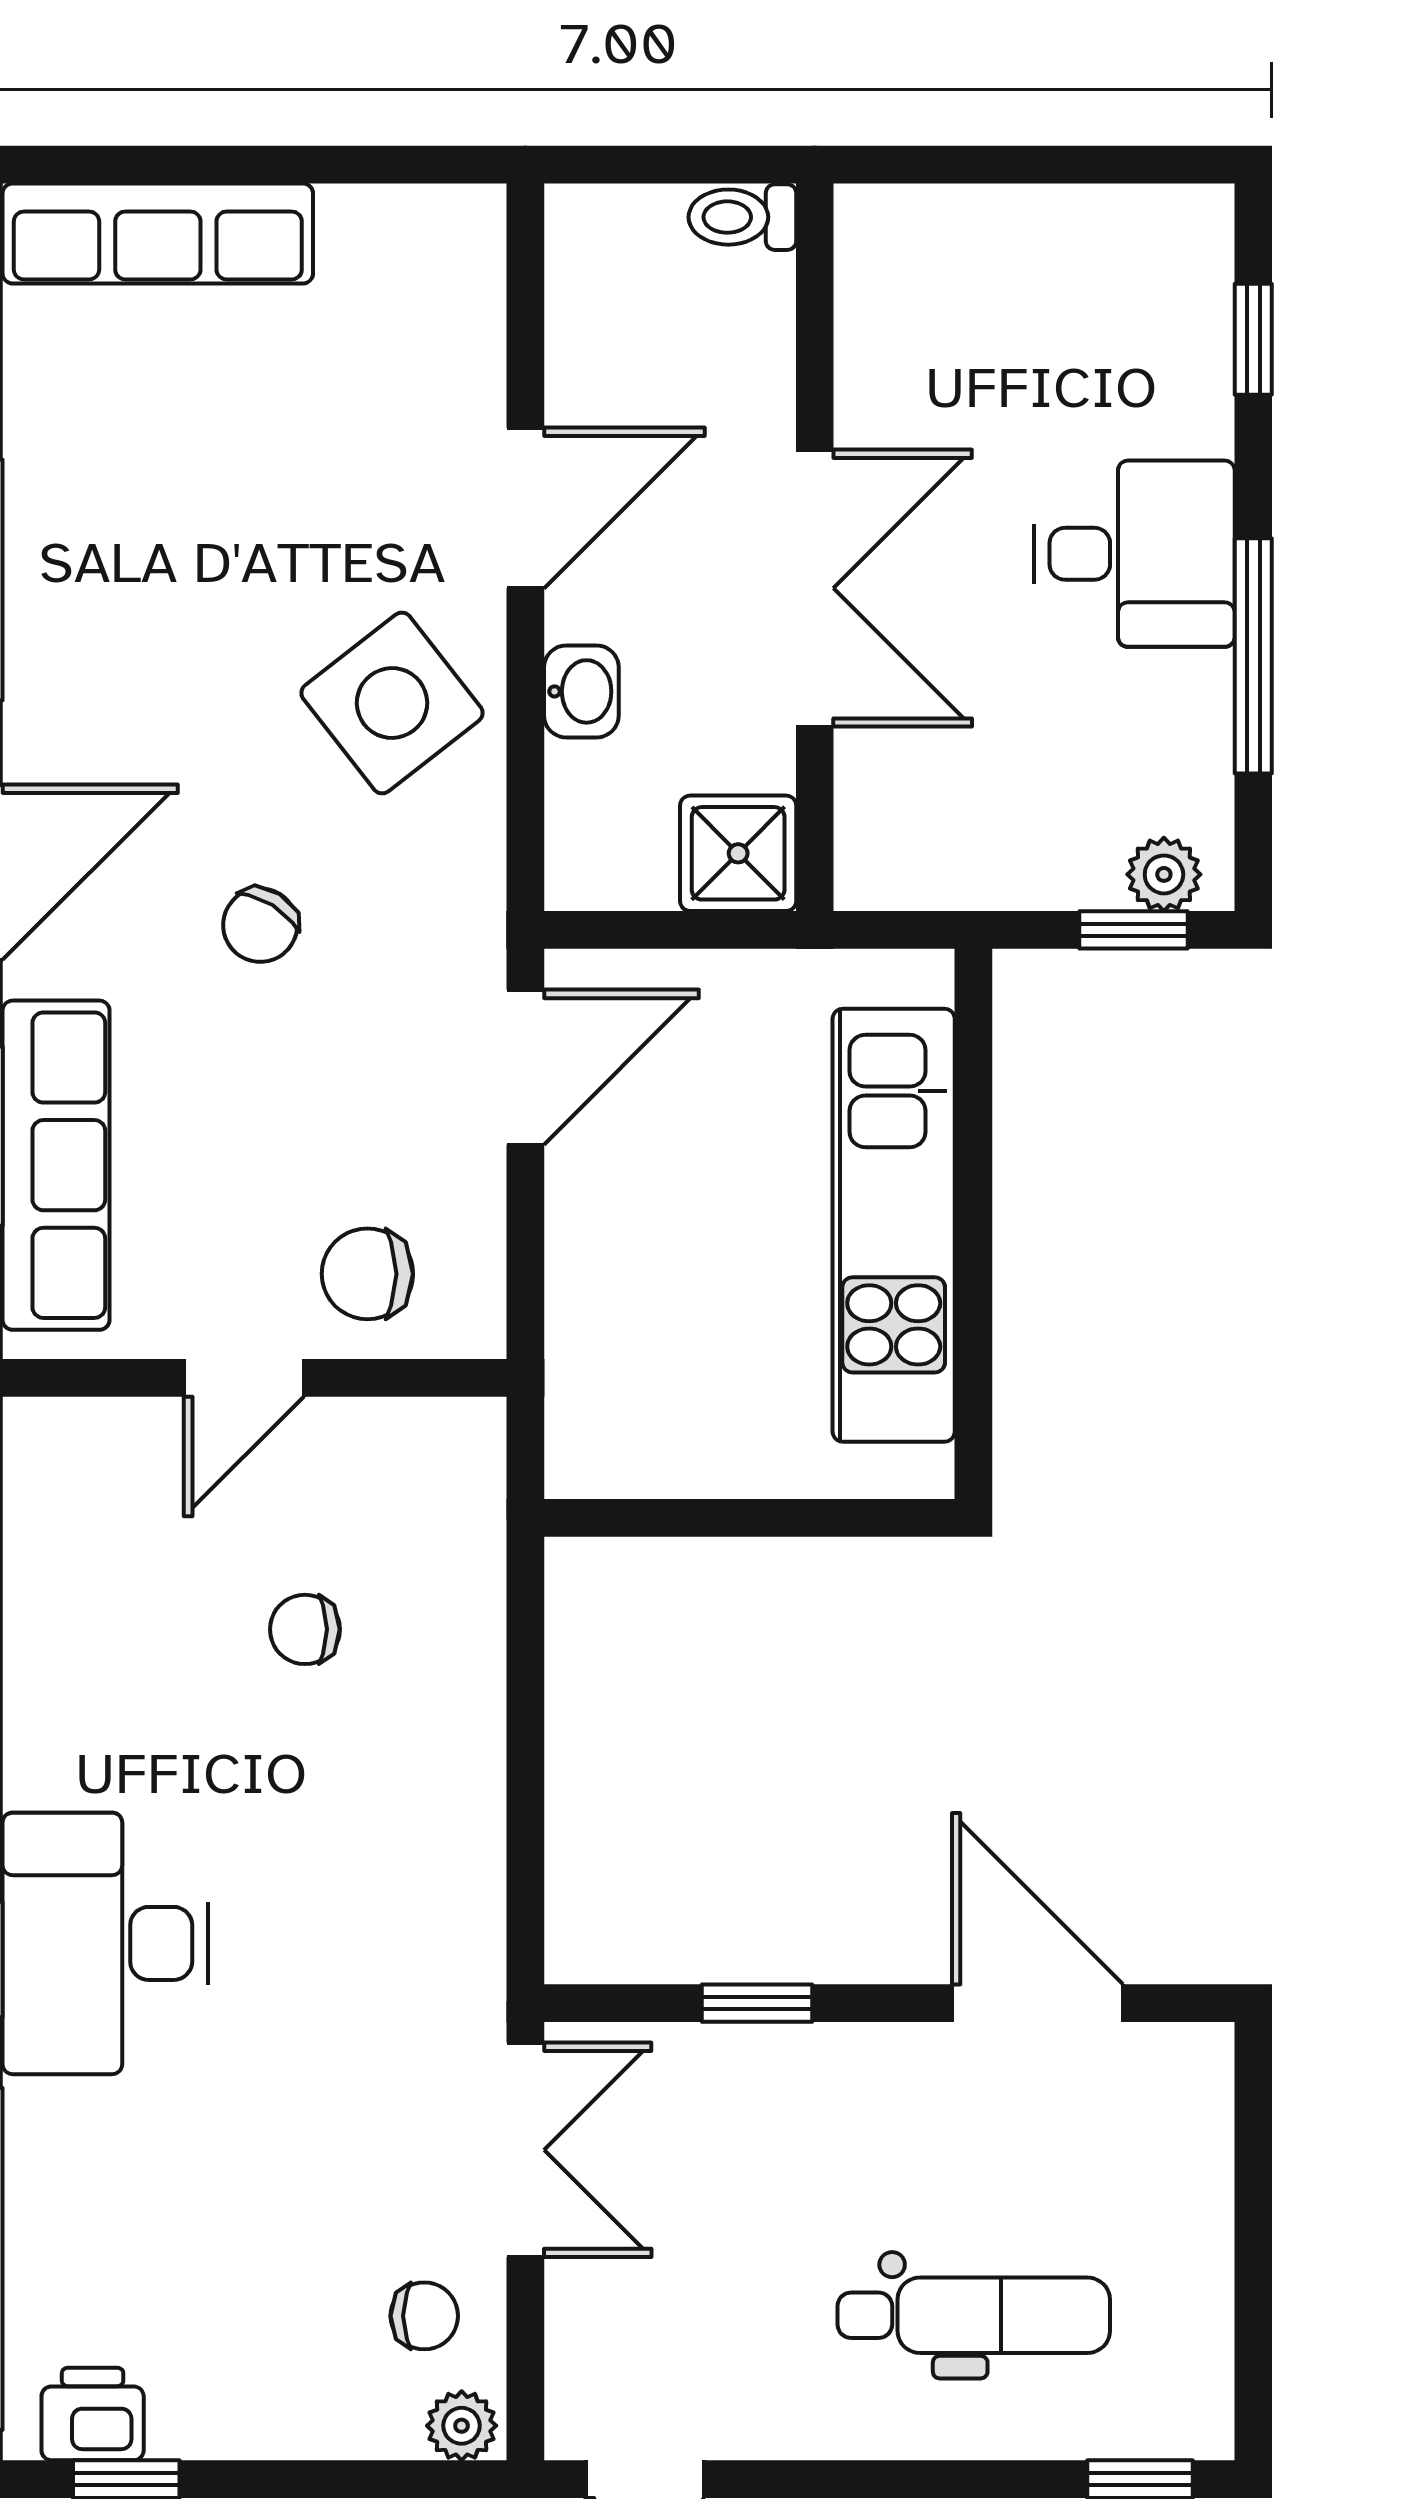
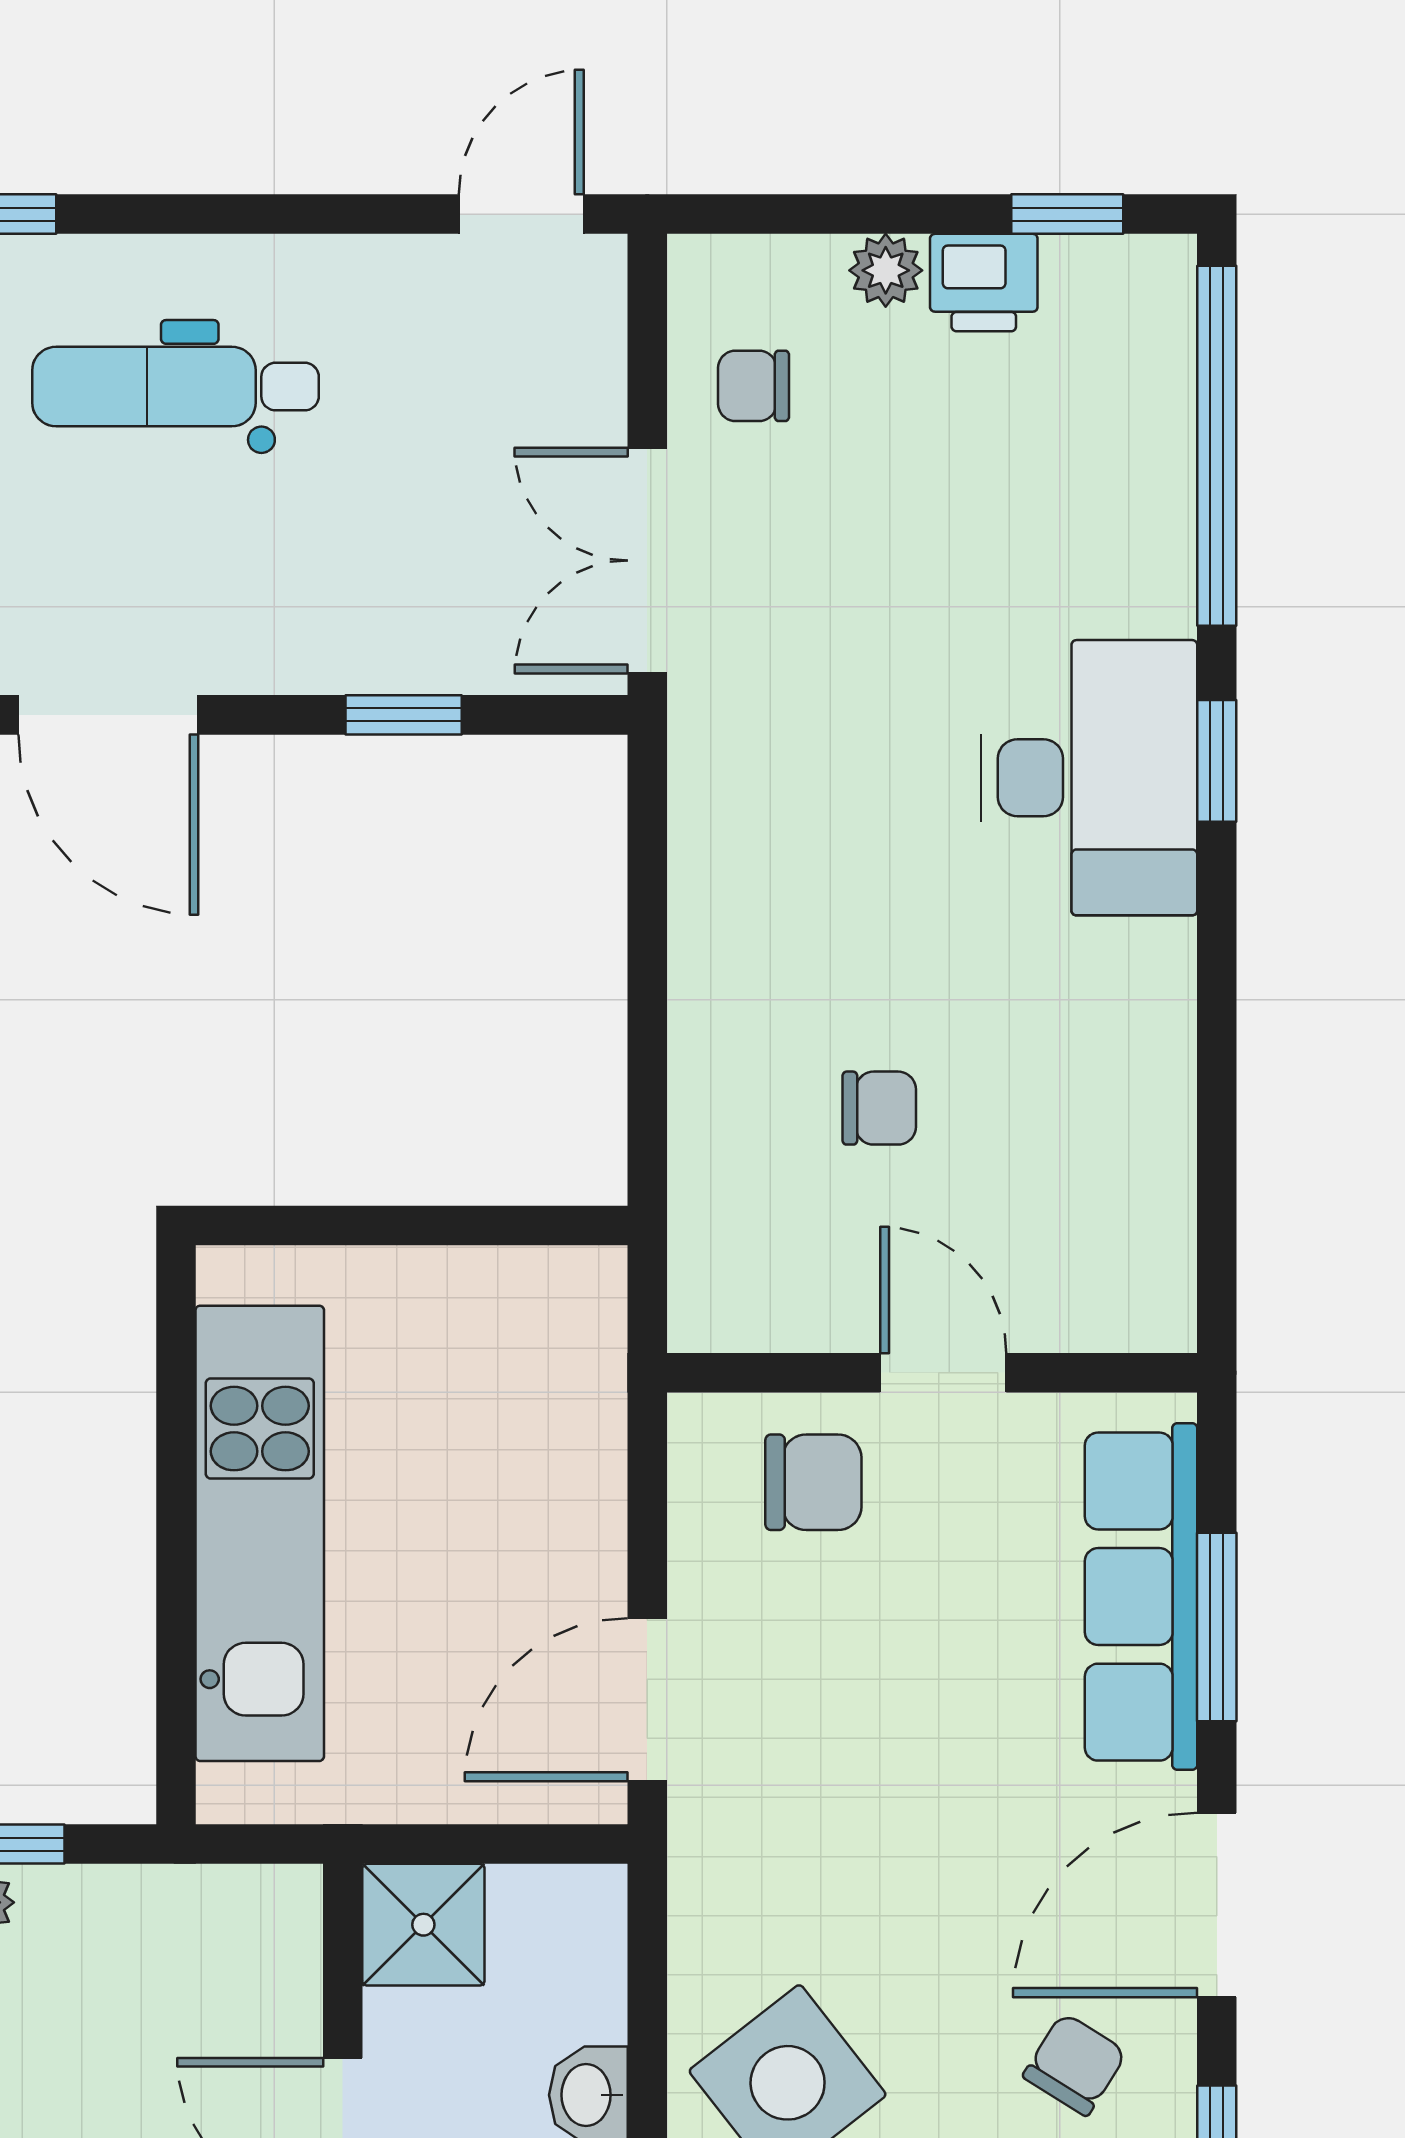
chair: (260, 925) -> (1075, 2064), moved
door: (244, 1378) -> (943, 1373), hinge flipped
printer: (93, 2414) -> (984, 283), moved
plant: (462, 2426) -> (886, 270), moved

